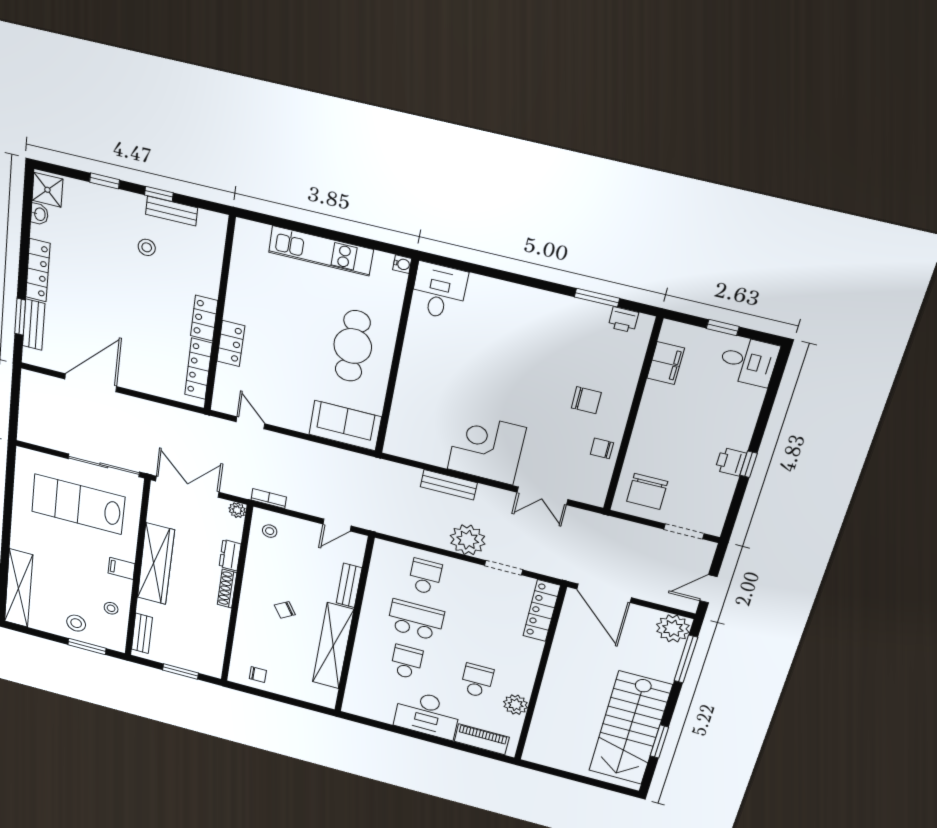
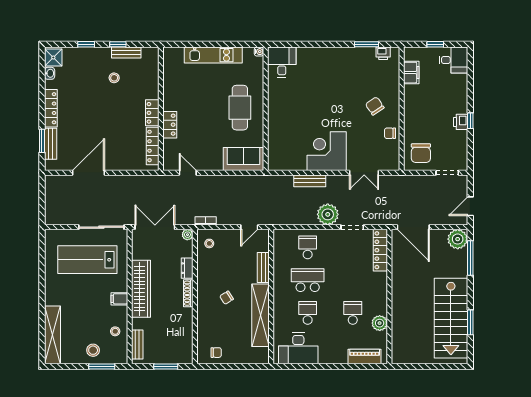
chair: (586, 400) -> (375, 106), turned -124
desk: (427, 714) -> (298, 348), moved

